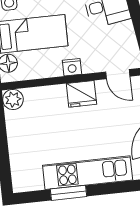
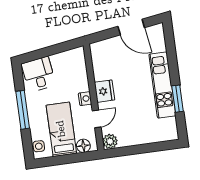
door: (118, 74) -> (97, 119), moved

